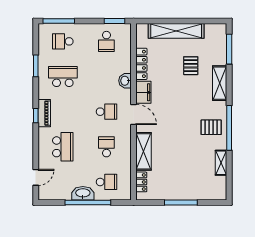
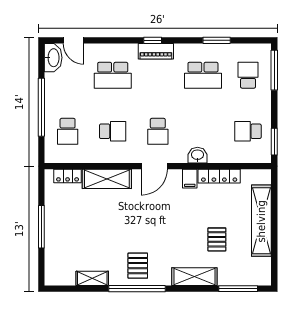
pallet: (191, 66) -> (217, 239), turned 90
school desk: (63, 77) -> (203, 75), turned 90
filing cabinet: (143, 92) -> (190, 179), width x0.50
washbasin: (83, 193) -> (53, 58), moved

